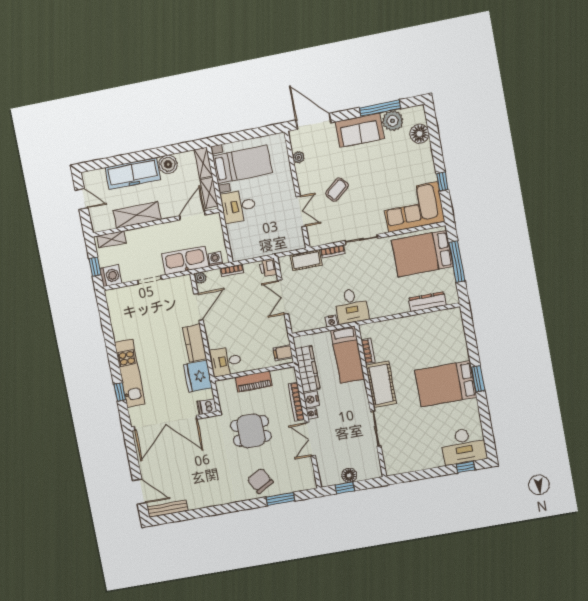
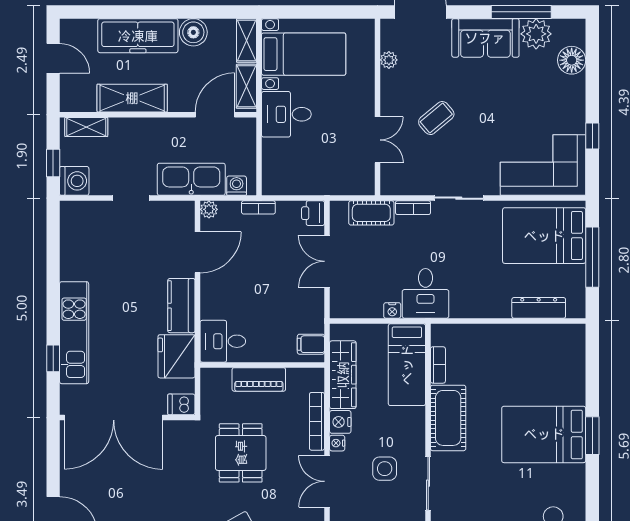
side table: (346, 424) -> (385, 469), added
dining table: (251, 431) -> (241, 453), turned 90

